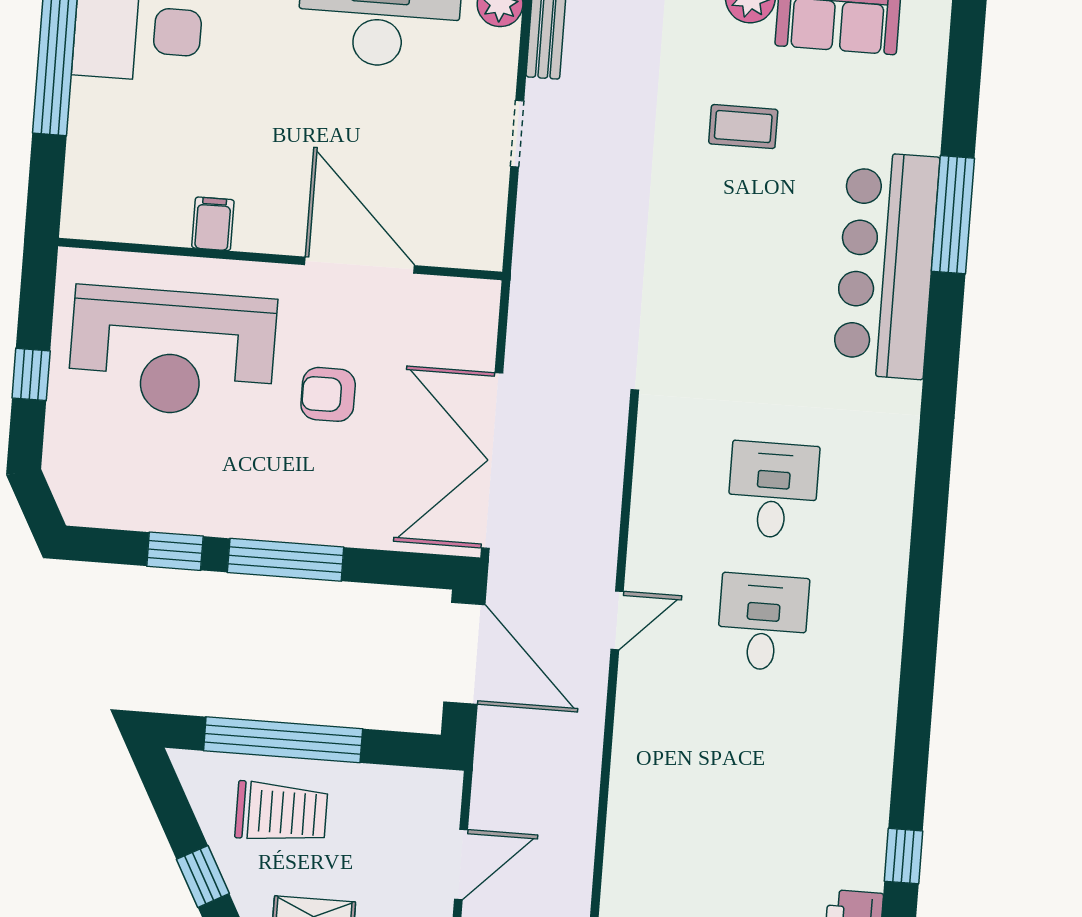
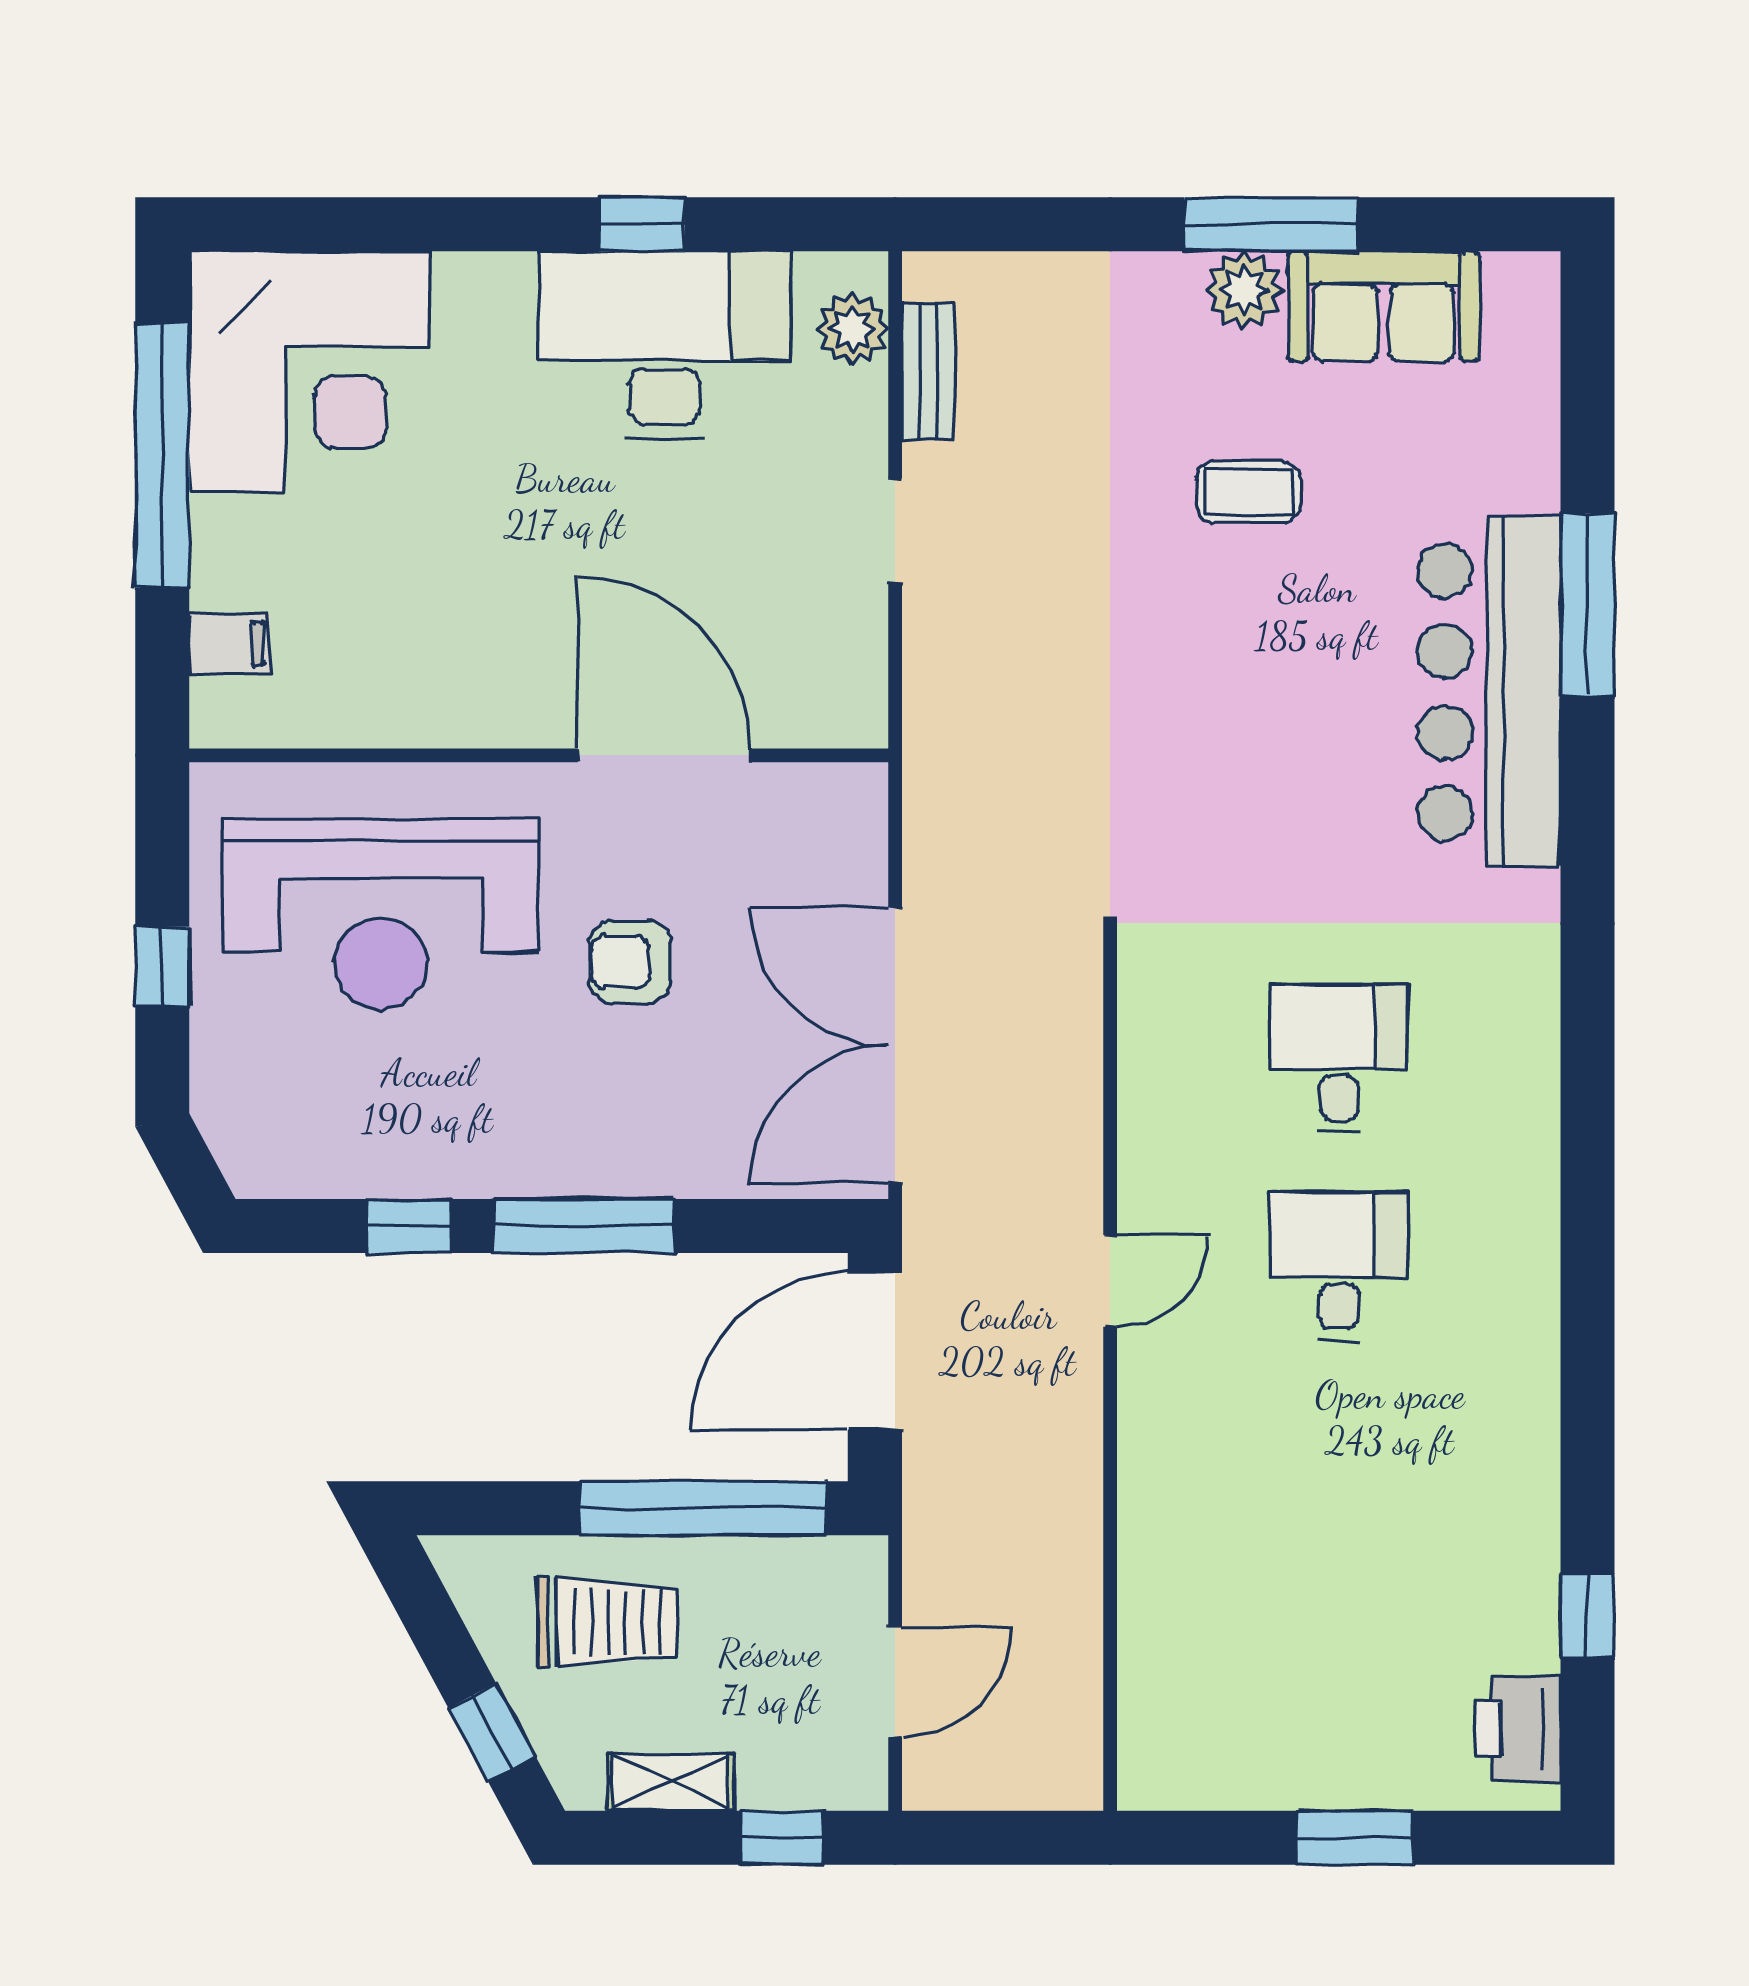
filing cabinet: (213, 224) -> (229, 644), moved, turned 90
door: (464, 653) -> (875, 1351), swing flipped
window: (283, 740) -> (703, 1508), moved

